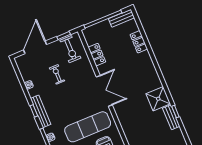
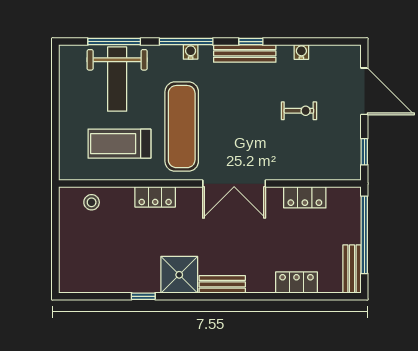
exercise bike: (70, 49) -> (334, 154), removed
bench: (171, 117) -> (222, 284), moved
locker: (126, 125) -> (155, 197), added

